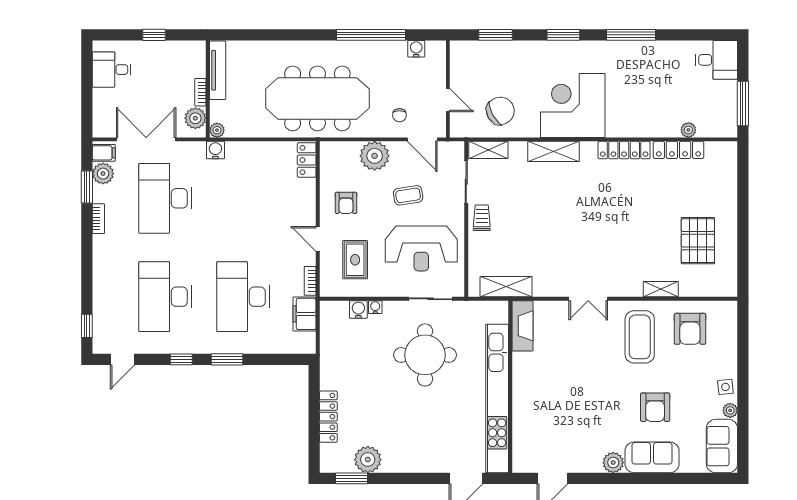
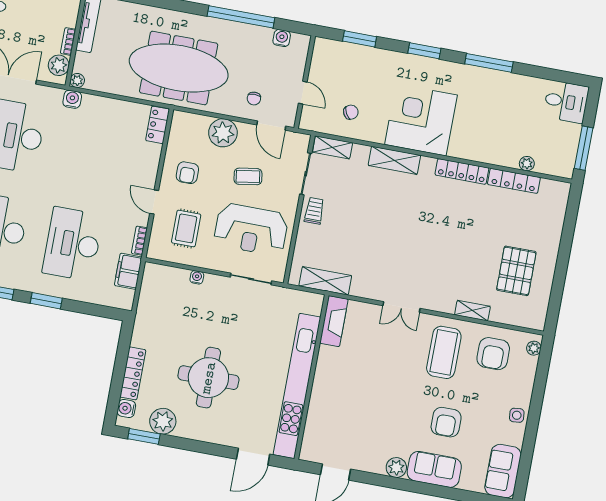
chair: (500, 111) -> (351, 112), width x0.54, depth x0.54
water cooler: (358, 309) -> (126, 408), moved, turned -90
round table: (425, 355) -> (208, 378), moved
plant: (730, 410) -> (534, 348), moved

